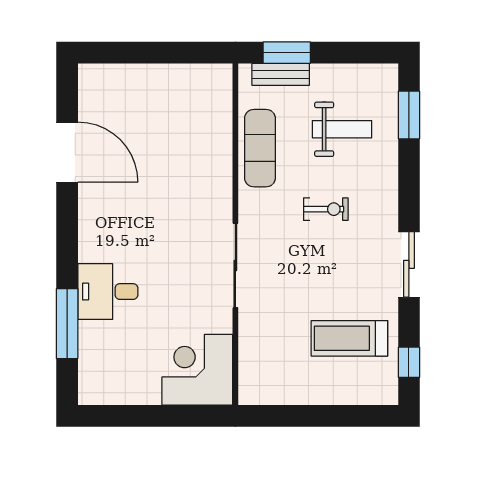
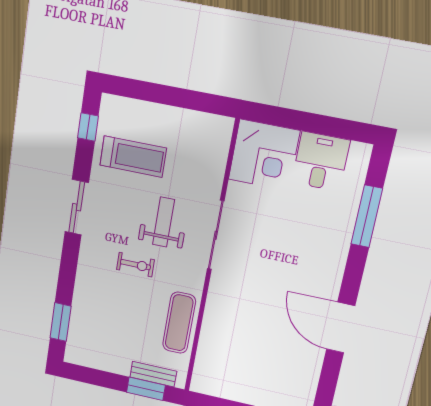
weight bench: (342, 129) -> (164, 222), moved, turned 90
door: (67, 152) -> (341, 328), moved
exercise bike: (326, 209) -> (135, 265), turned 180
desk: (108, 292) -> (321, 161), moved, turned -90

